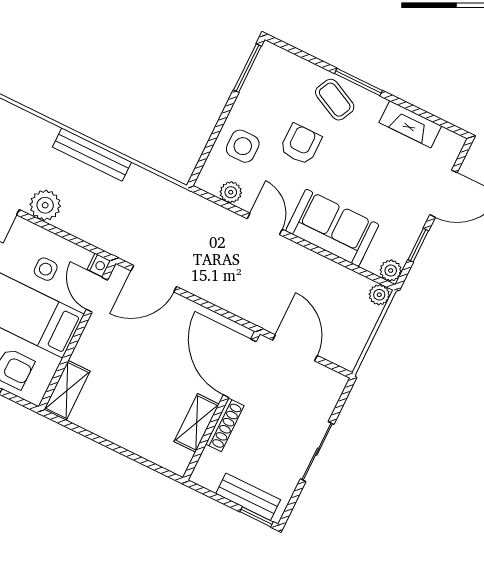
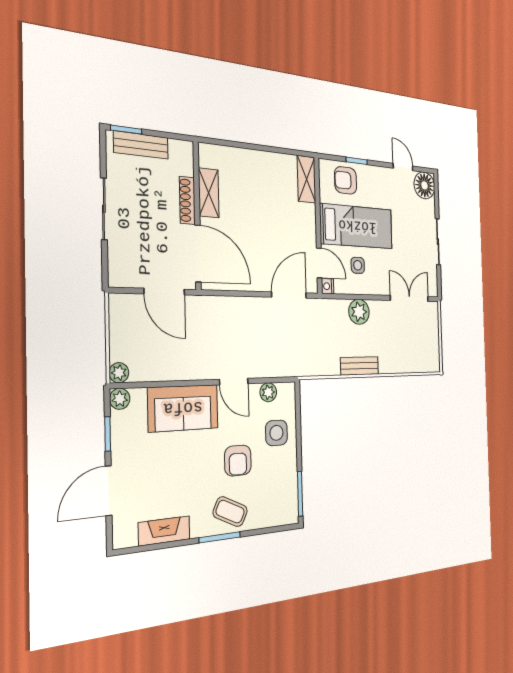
bench: (92, 154) -> (359, 366), width x0.73
plant: (45, 205) -> (359, 312), moved

